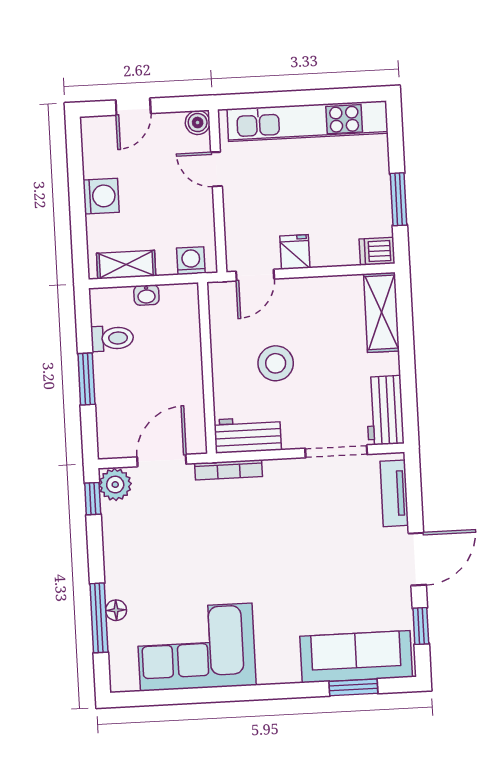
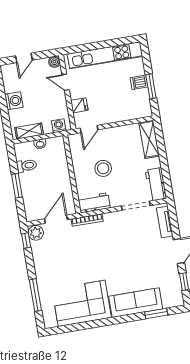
dishwasher: (377, 251) -> (139, 82), moved
fridge: (295, 252) -> (79, 105), moved, turned 90
floor lamp: (116, 610) -> (43, 291), removed
sofa: (356, 657) -> (136, 303), moved

